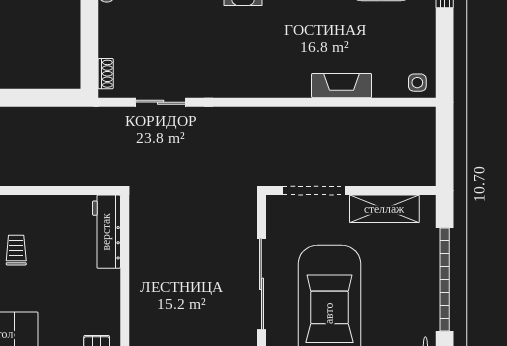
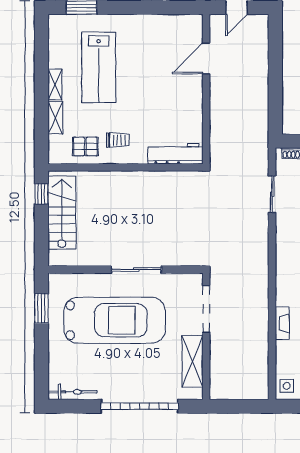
fireplace: (342, 86) -> (282, 323), width x0.73, depth x0.76
trolley: (16, 250) -> (118, 140), moved
sliding door: (261, 284) -> (136, 270), width x0.73

